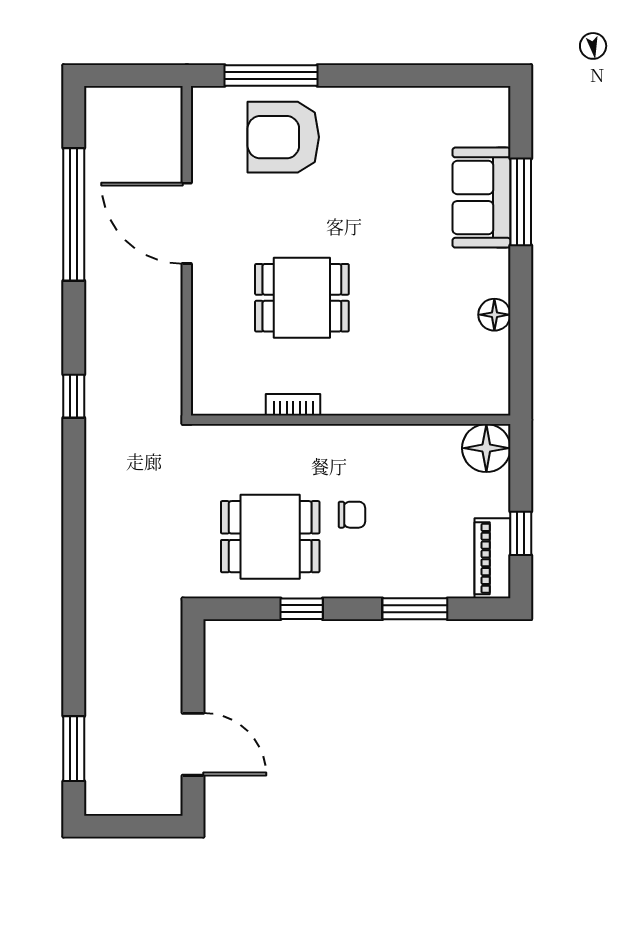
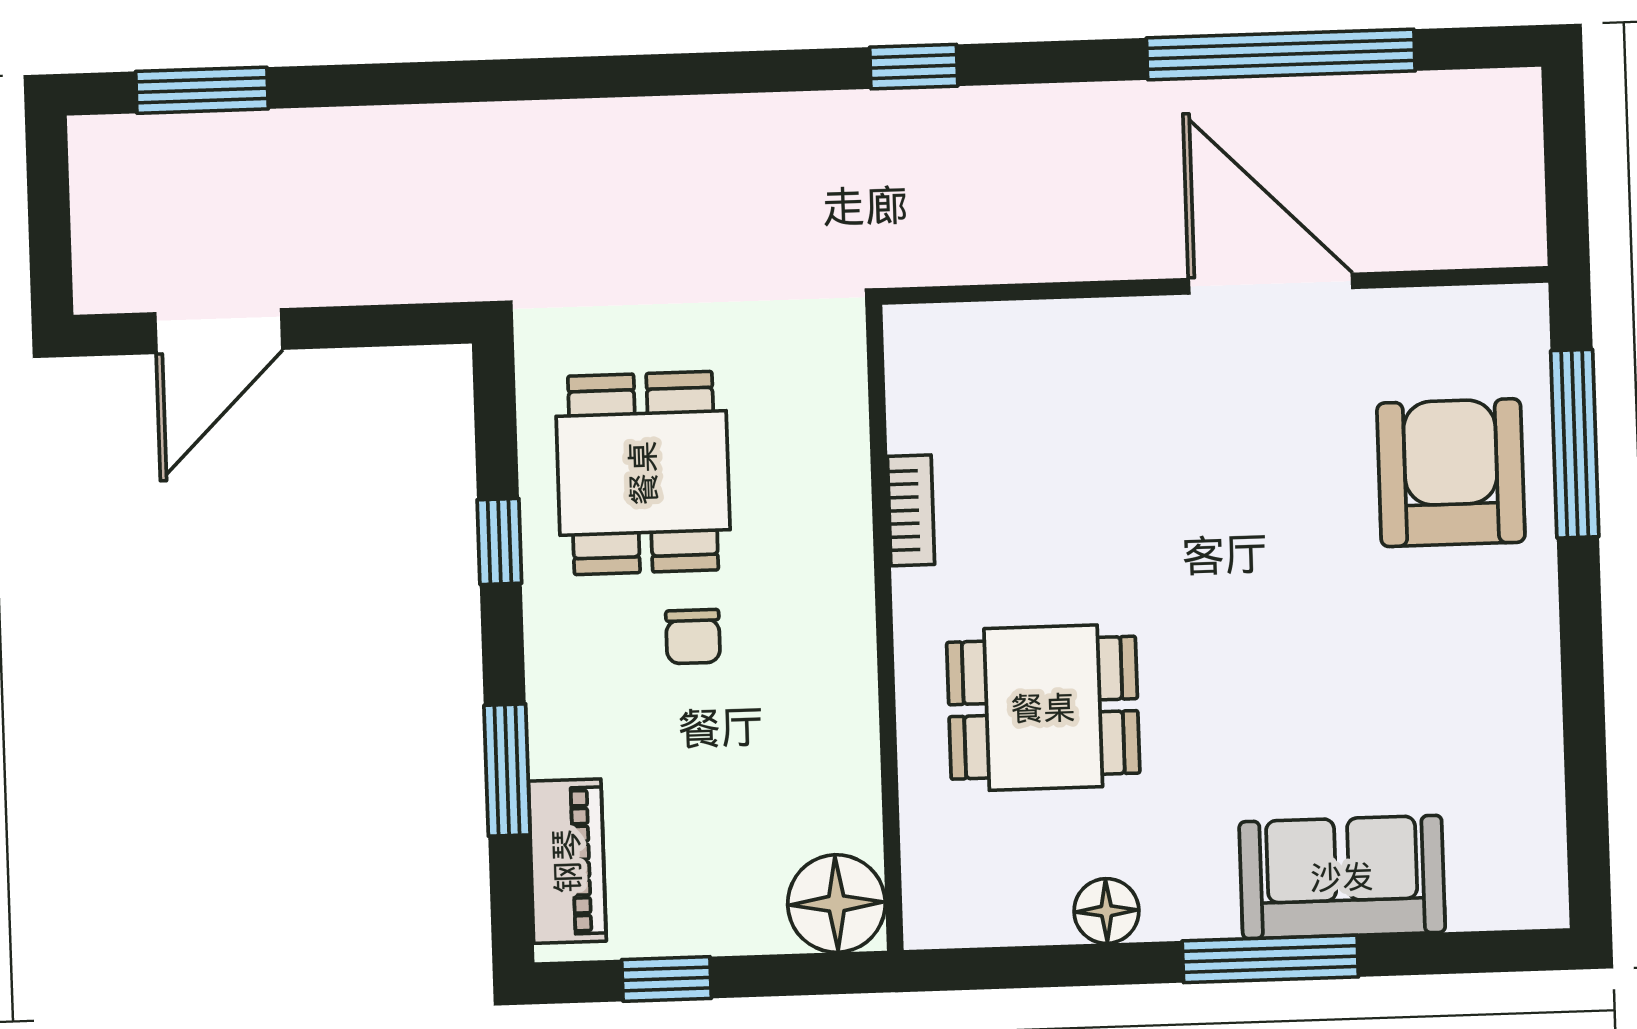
window: (521, 202) -> (1270, 959), moved
door: (187, 223) -> (1271, 284), hinge flipped
dining table: (302, 298) -> (1043, 708), moved, turned 90
piano: (493, 558) -> (567, 861), moved, turned 90

